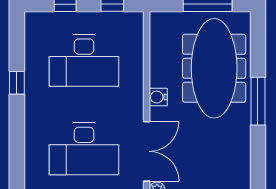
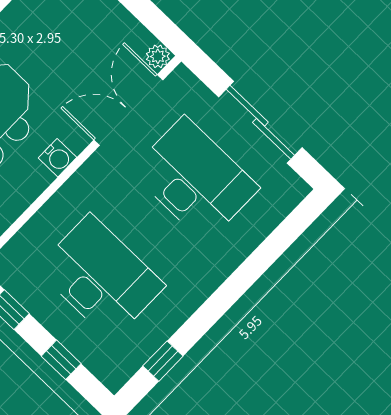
window: (17, 83) -> (163, 361), moved

